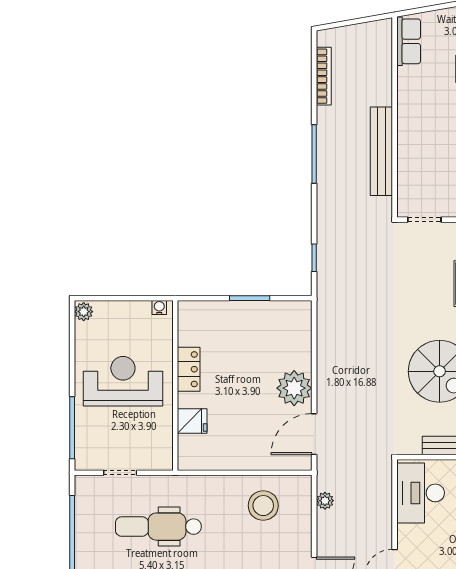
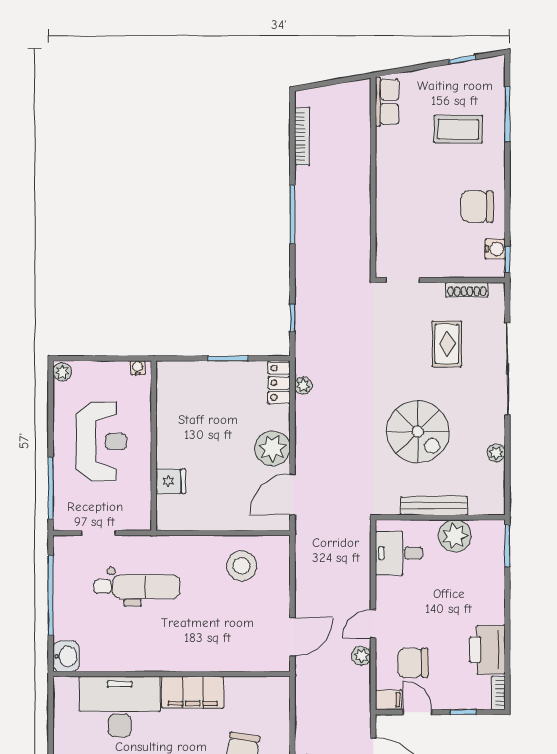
bench: (381, 151) -> (360, 212), removed
locker: (189, 369) -> (279, 383), moved, turned 180
reception desk: (123, 381) -> (101, 441), turned 90
desk: (421, 493) -> (399, 553), width x0.73
plant: (325, 501) -> (303, 386), moved
dental chair: (158, 527) -> (137, 587), turned 180

